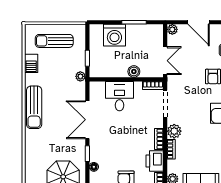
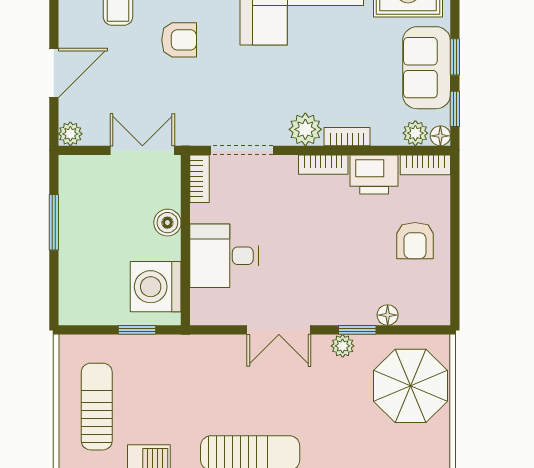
washing machine: (114, 35) -> (156, 287), moved, turned 180
sun lounger: (54, 41) -> (97, 407), turned 180
plant: (80, 76) -> (343, 346), moved
double door: (87, 120) -> (279, 330), width x0.73

